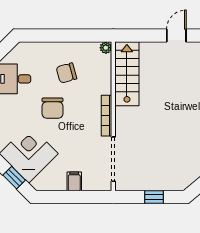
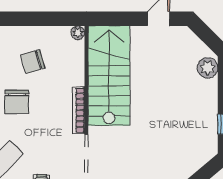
stairs: (127, 74) -> (109, 76), width x1.36, depth x1.51

